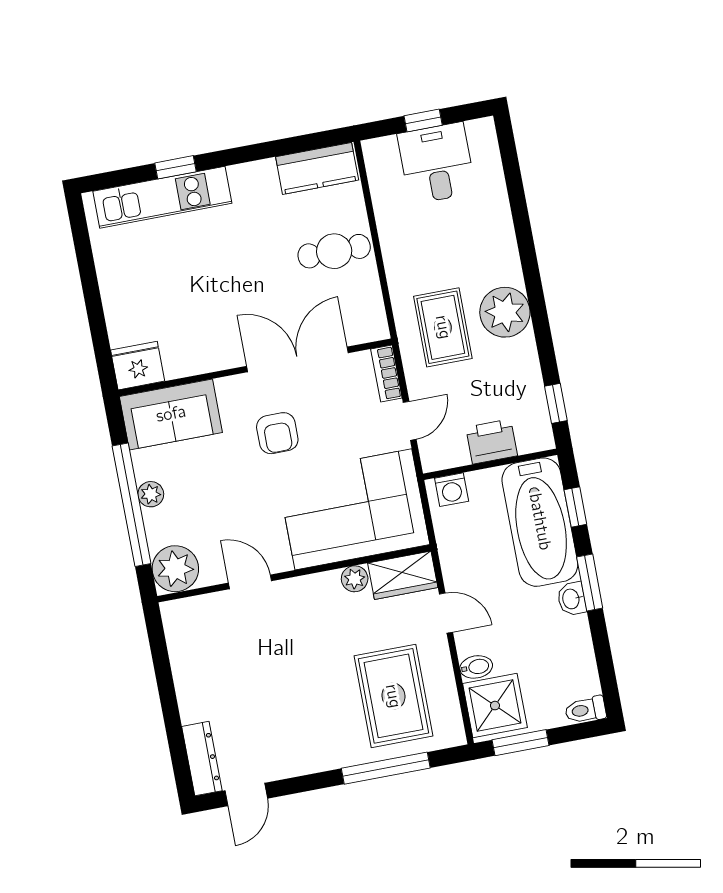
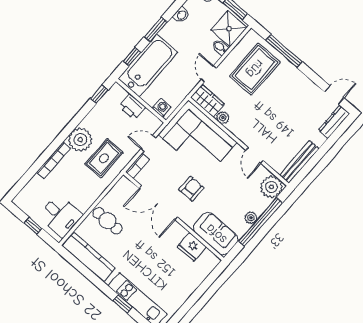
desk: (437, 163) -> (60, 216), moved, turned -90
kitchen counter: (317, 168) -> (89, 257), width x1.50
bookcase: (506, 240) -> (53, 160), added
fridge: (138, 366) -> (192, 247), moved
washbasin: (572, 599) -> (181, 15), moved
bench: (181, 648) -> (299, 162), added

